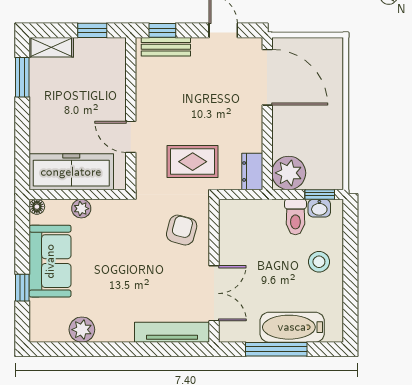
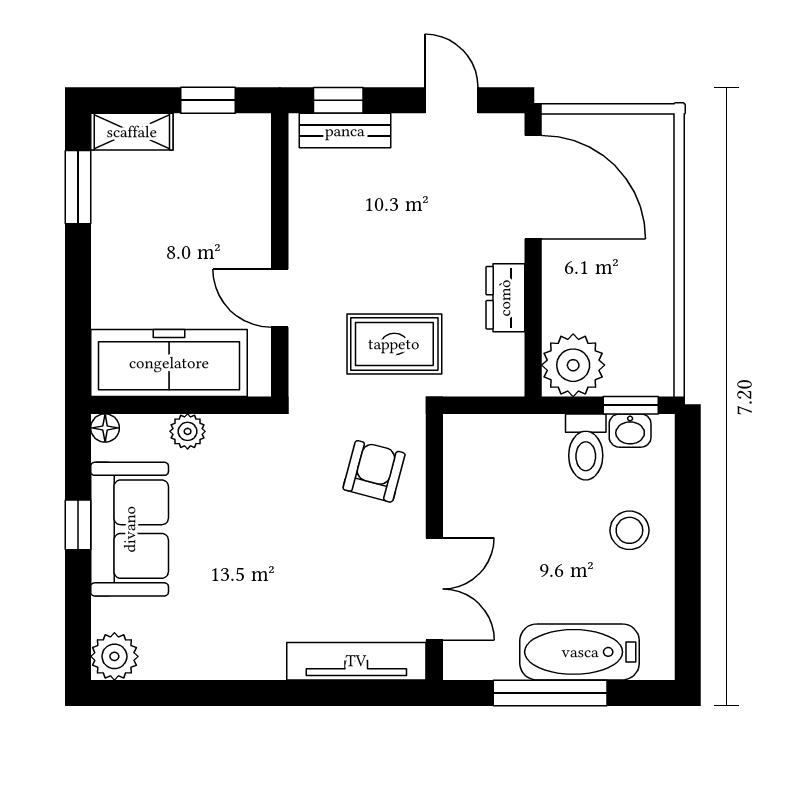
dresser: (252, 171) -> (505, 298), moved
window: (22, 288) -> (78, 525), moved
plant: (82, 330) -> (114, 656), moved

